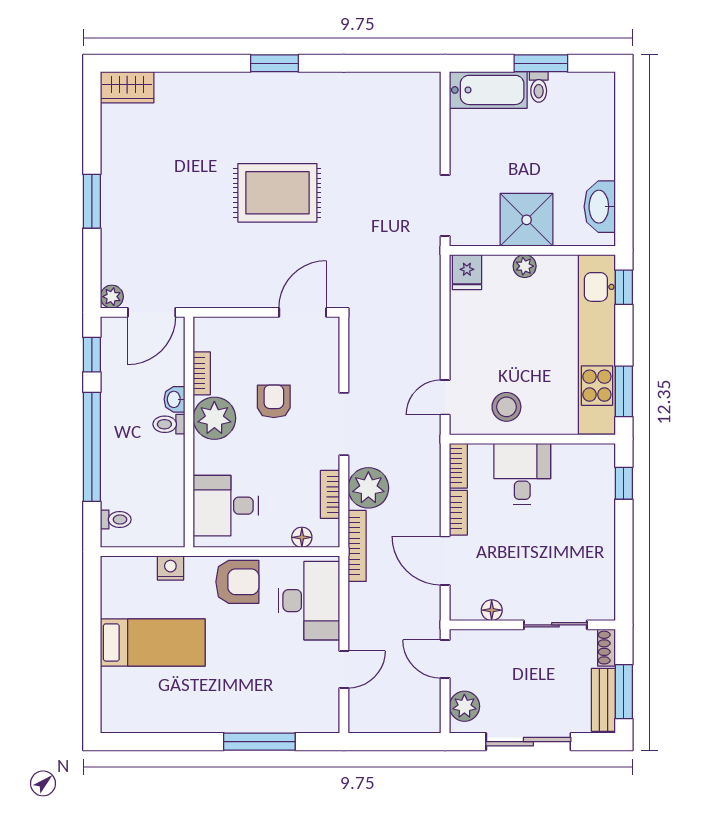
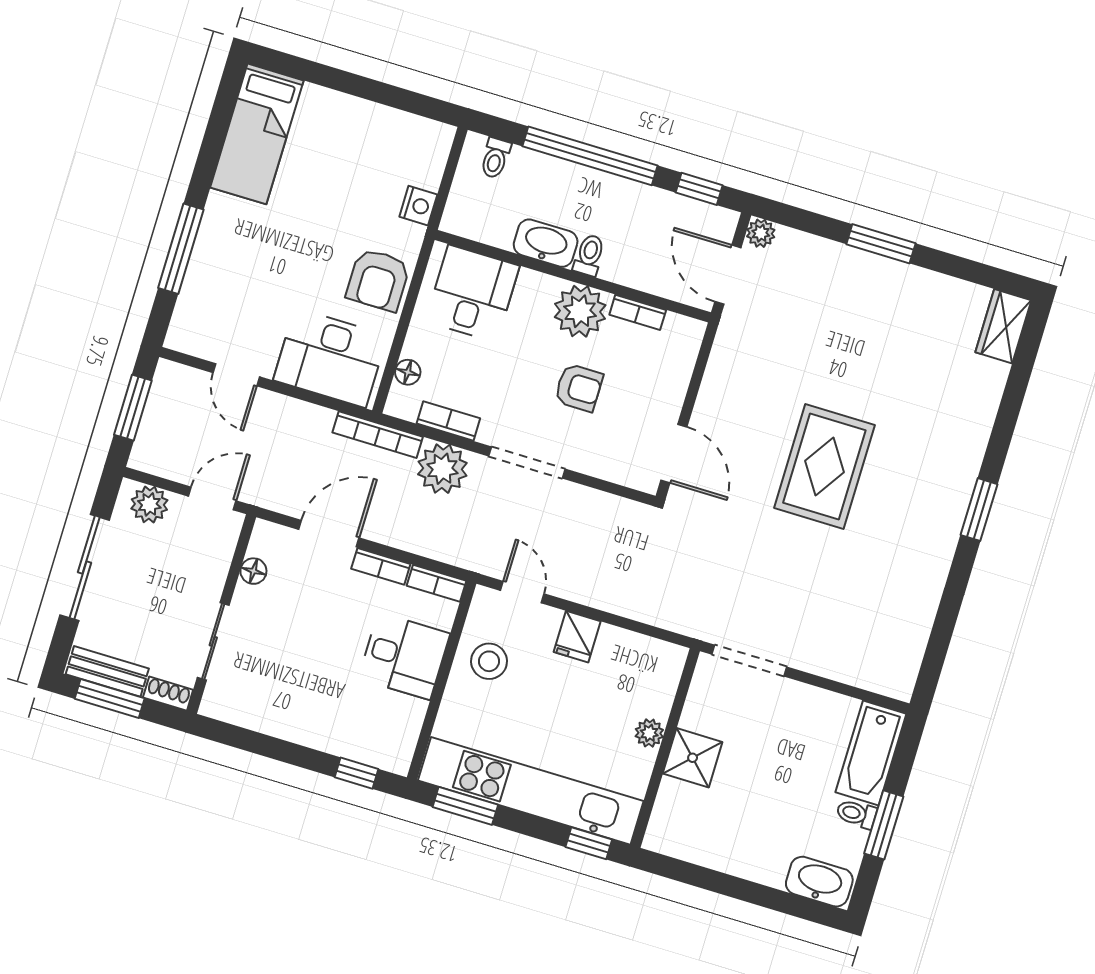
washbasin: (600, 207) -> (819, 882), moved
shower: (527, 220) -> (693, 758), width x0.73, depth x0.73
fridge: (467, 272) -> (577, 637), moved, turned -90
washbasin: (174, 399) -> (546, 243), moved, width x1.91, depth x1.45
bed: (153, 642) -> (257, 134), moved
window: (393, 742) -> (133, 408), added

